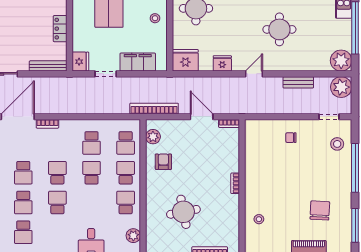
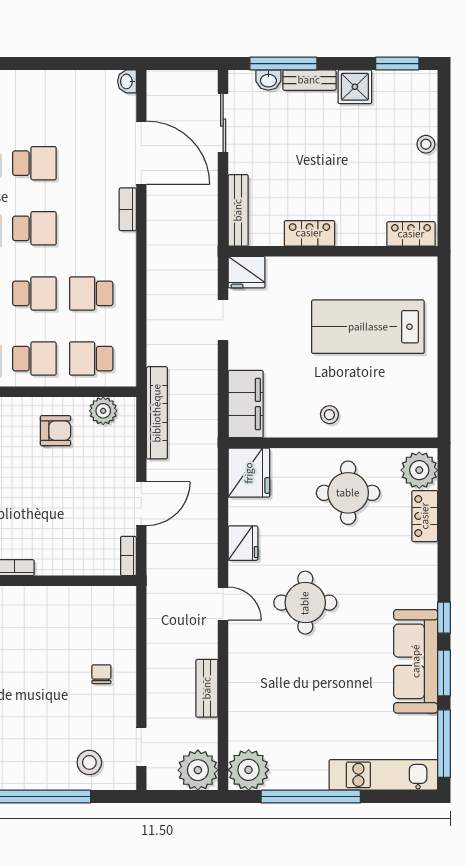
round table: (279, 29) -> (305, 603), moved
filing cabinet: (138, 62) -> (246, 404), moved
school desk: (23, 173) -> (34, 163), turned 180

